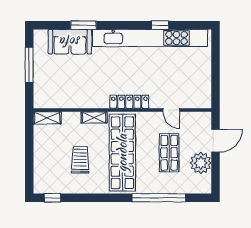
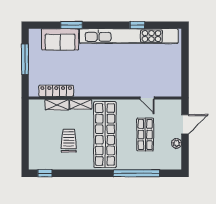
locker: (129, 102) -> (56, 91), moved
shelving: (47, 118) -> (57, 105), moved
plant: (201, 163) -> (177, 143), width x0.53, depth x0.53

